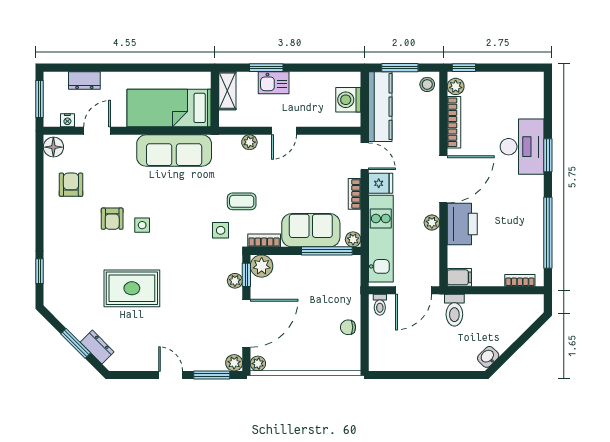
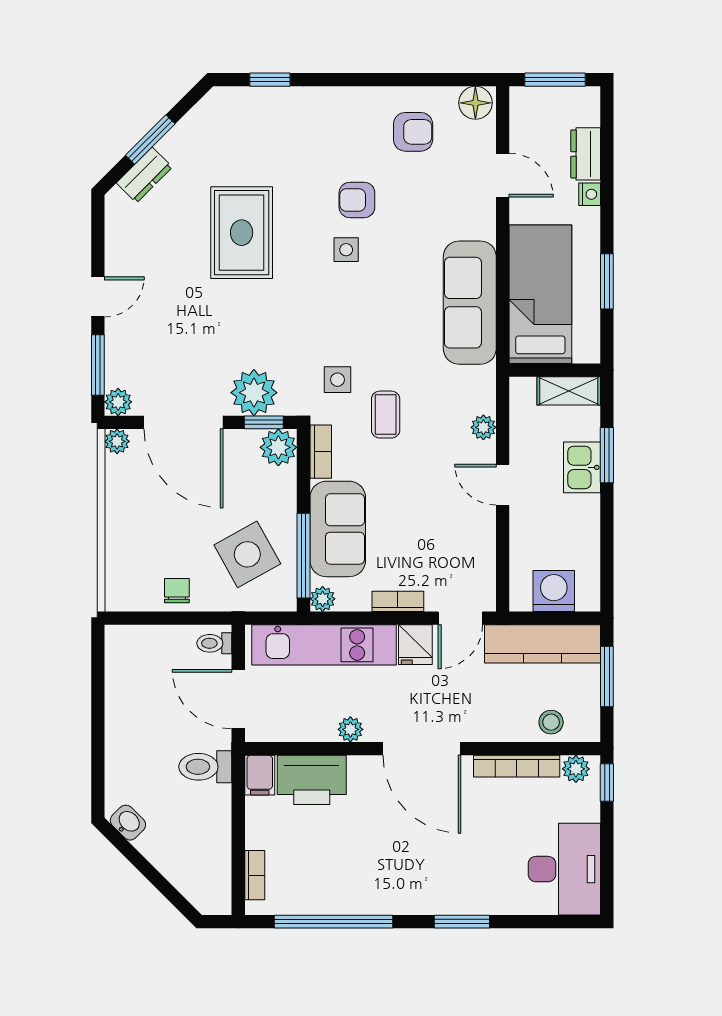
window: (161, 68) -> (607, 281), added
stool: (427, 84) -> (551, 722), moved
nightstand: (67, 120) -> (590, 194), moved, turned 180
desk: (522, 147) -> (564, 869), moved, turned -90
printer: (462, 224) -> (312, 780), moved
plant: (235, 281) -> (254, 393), width x1.87, depth x1.87
side table: (326, 285) -> (247, 554), added

